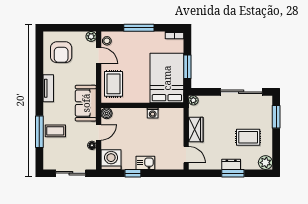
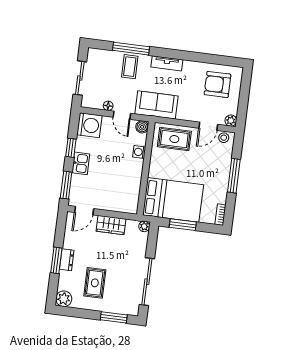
tv unit: (48, 88) -> (167, 63), moved
washing machine: (153, 113) -> (139, 152), moved
window: (166, 173) -> (66, 185), added

